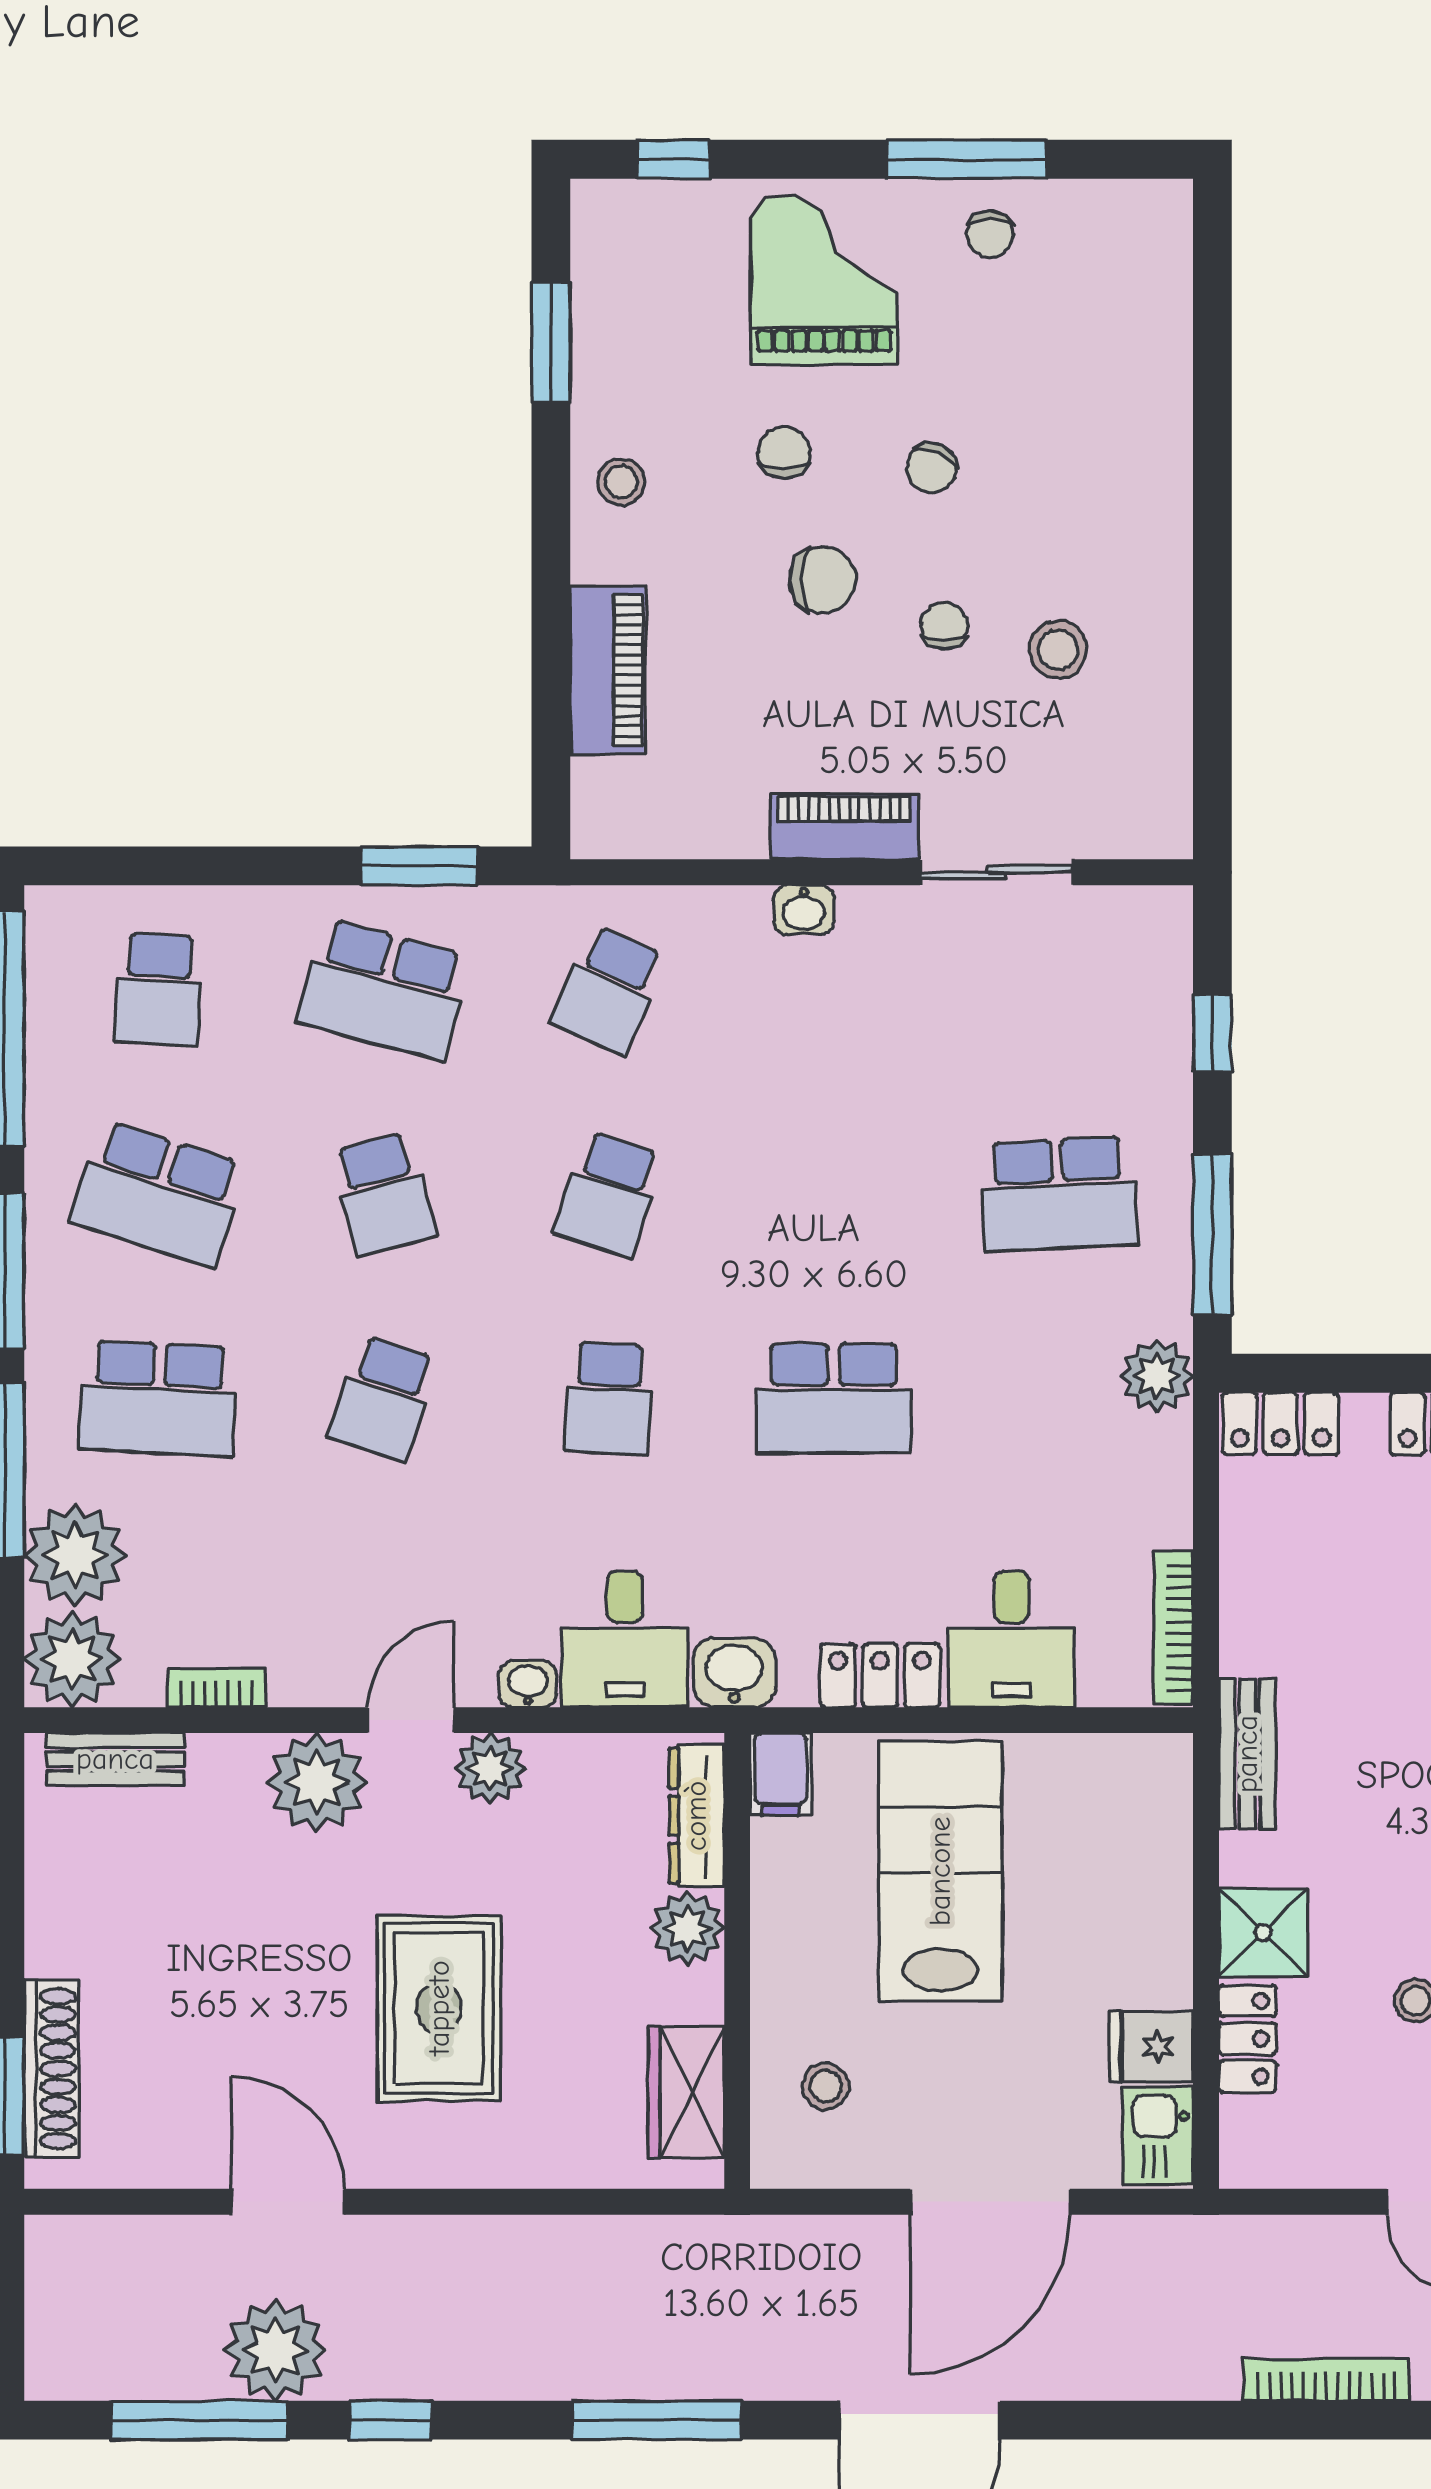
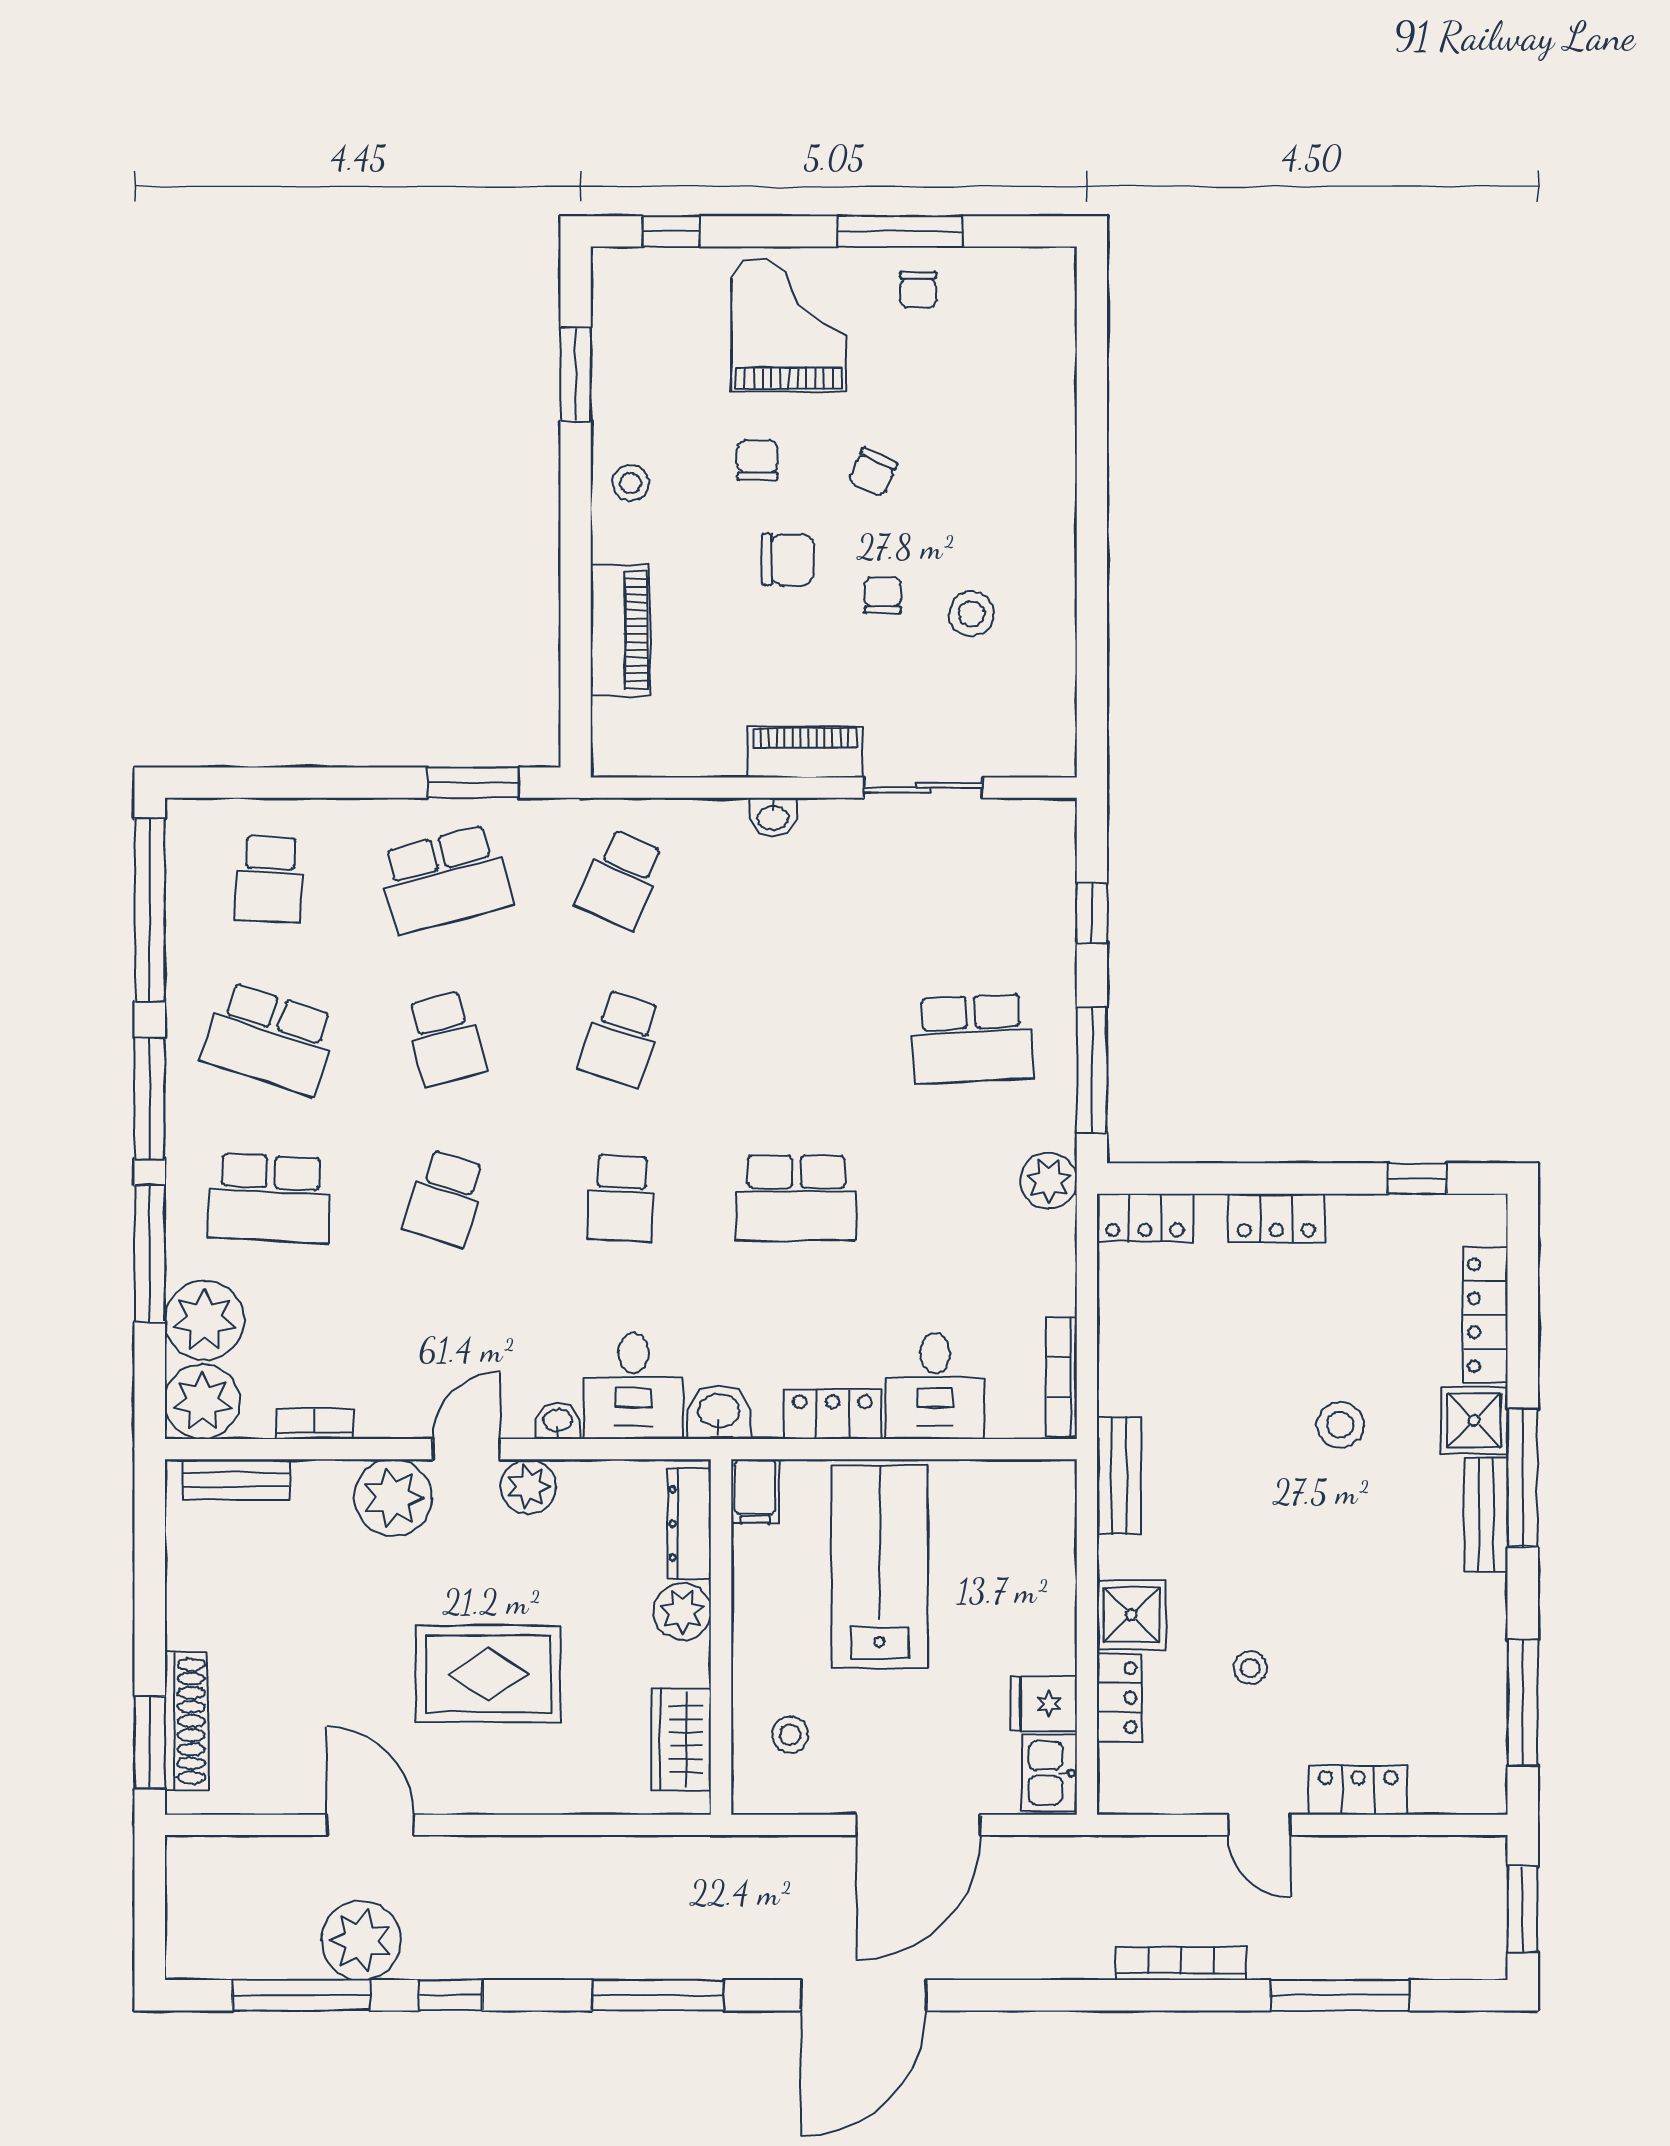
school desk: (384, 990) -> (445, 879), turned -30
rug: (439, 2008) -> (488, 1674), turned 90

